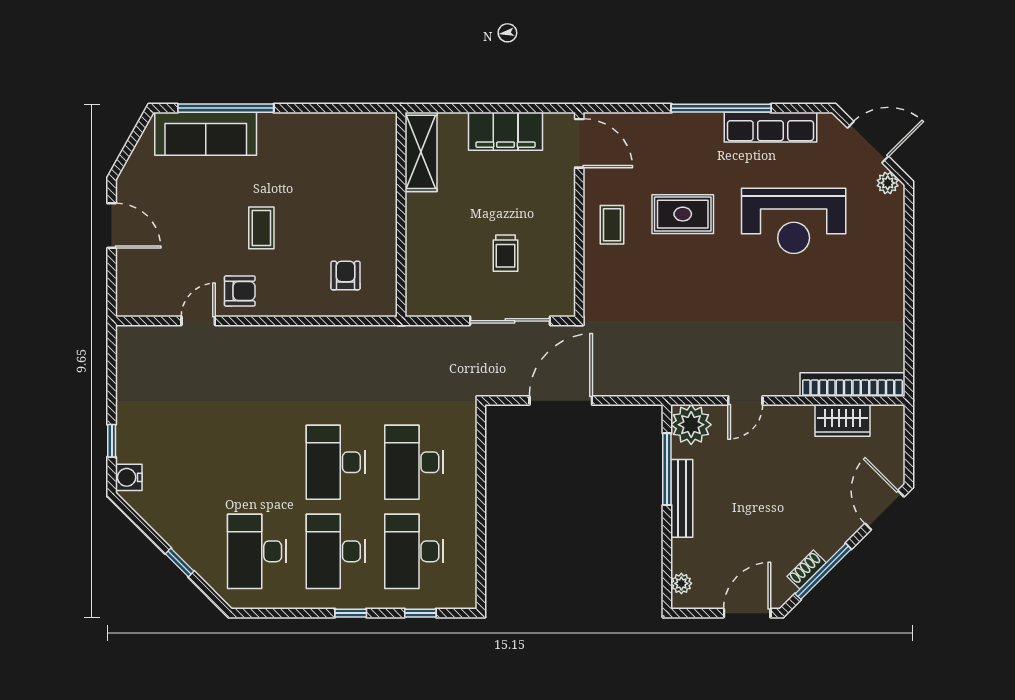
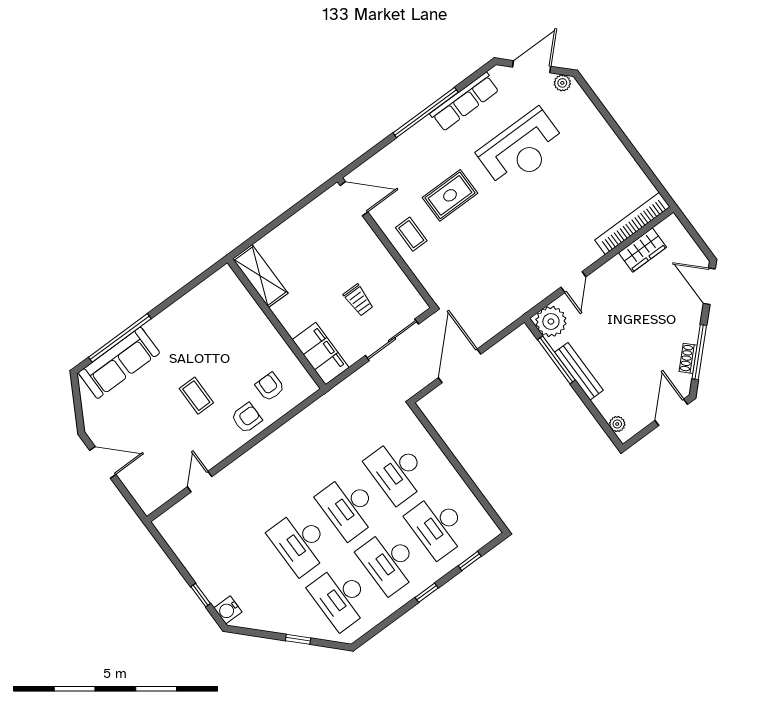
filing cabinet: (506, 131) -> (320, 354), moved, turned -90
armchair: (240, 291) -> (247, 418), moved
desk: (257, 462) -> (300, 542), added

